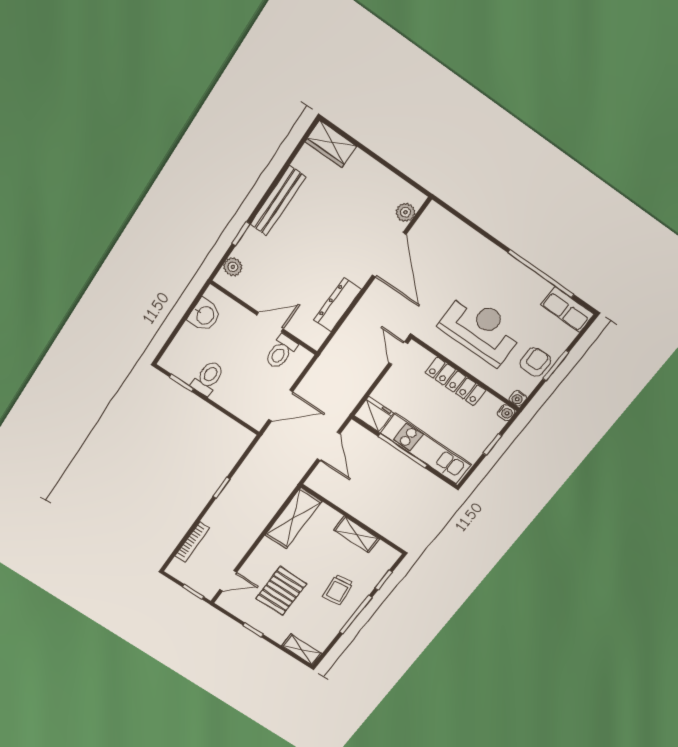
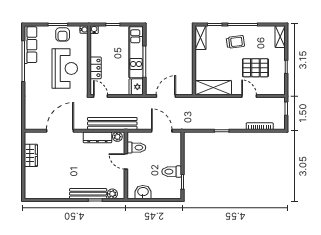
wardrobe: (331, 144) -> (31, 155), moved
bench: (278, 201) -> (88, 194), moved
plant: (405, 212) -> (117, 137), moved
row of seats: (567, 310) -> (30, 45), width x1.48
reception desk: (481, 329) -> (65, 68), turned 180
bench: (343, 342) -> (112, 123), added
door: (398, 353) -> (101, 96), swing flipped
armchair: (535, 362) -> (63, 34), turned -90
locker: (455, 381) -> (96, 68), width x0.66
shelving: (356, 534) -> (201, 38), moved
door: (228, 581) -> (249, 96), moved

